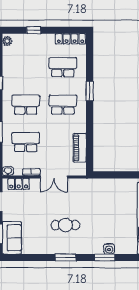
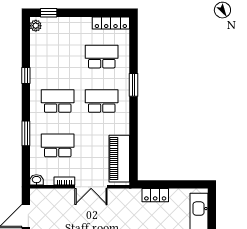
window: (34, 30) -> (49, 13), moved
piano: (80, 148) -> (119, 159), width x1.37, depth x1.33
locker: (19, 184) -> (155, 195), moved

